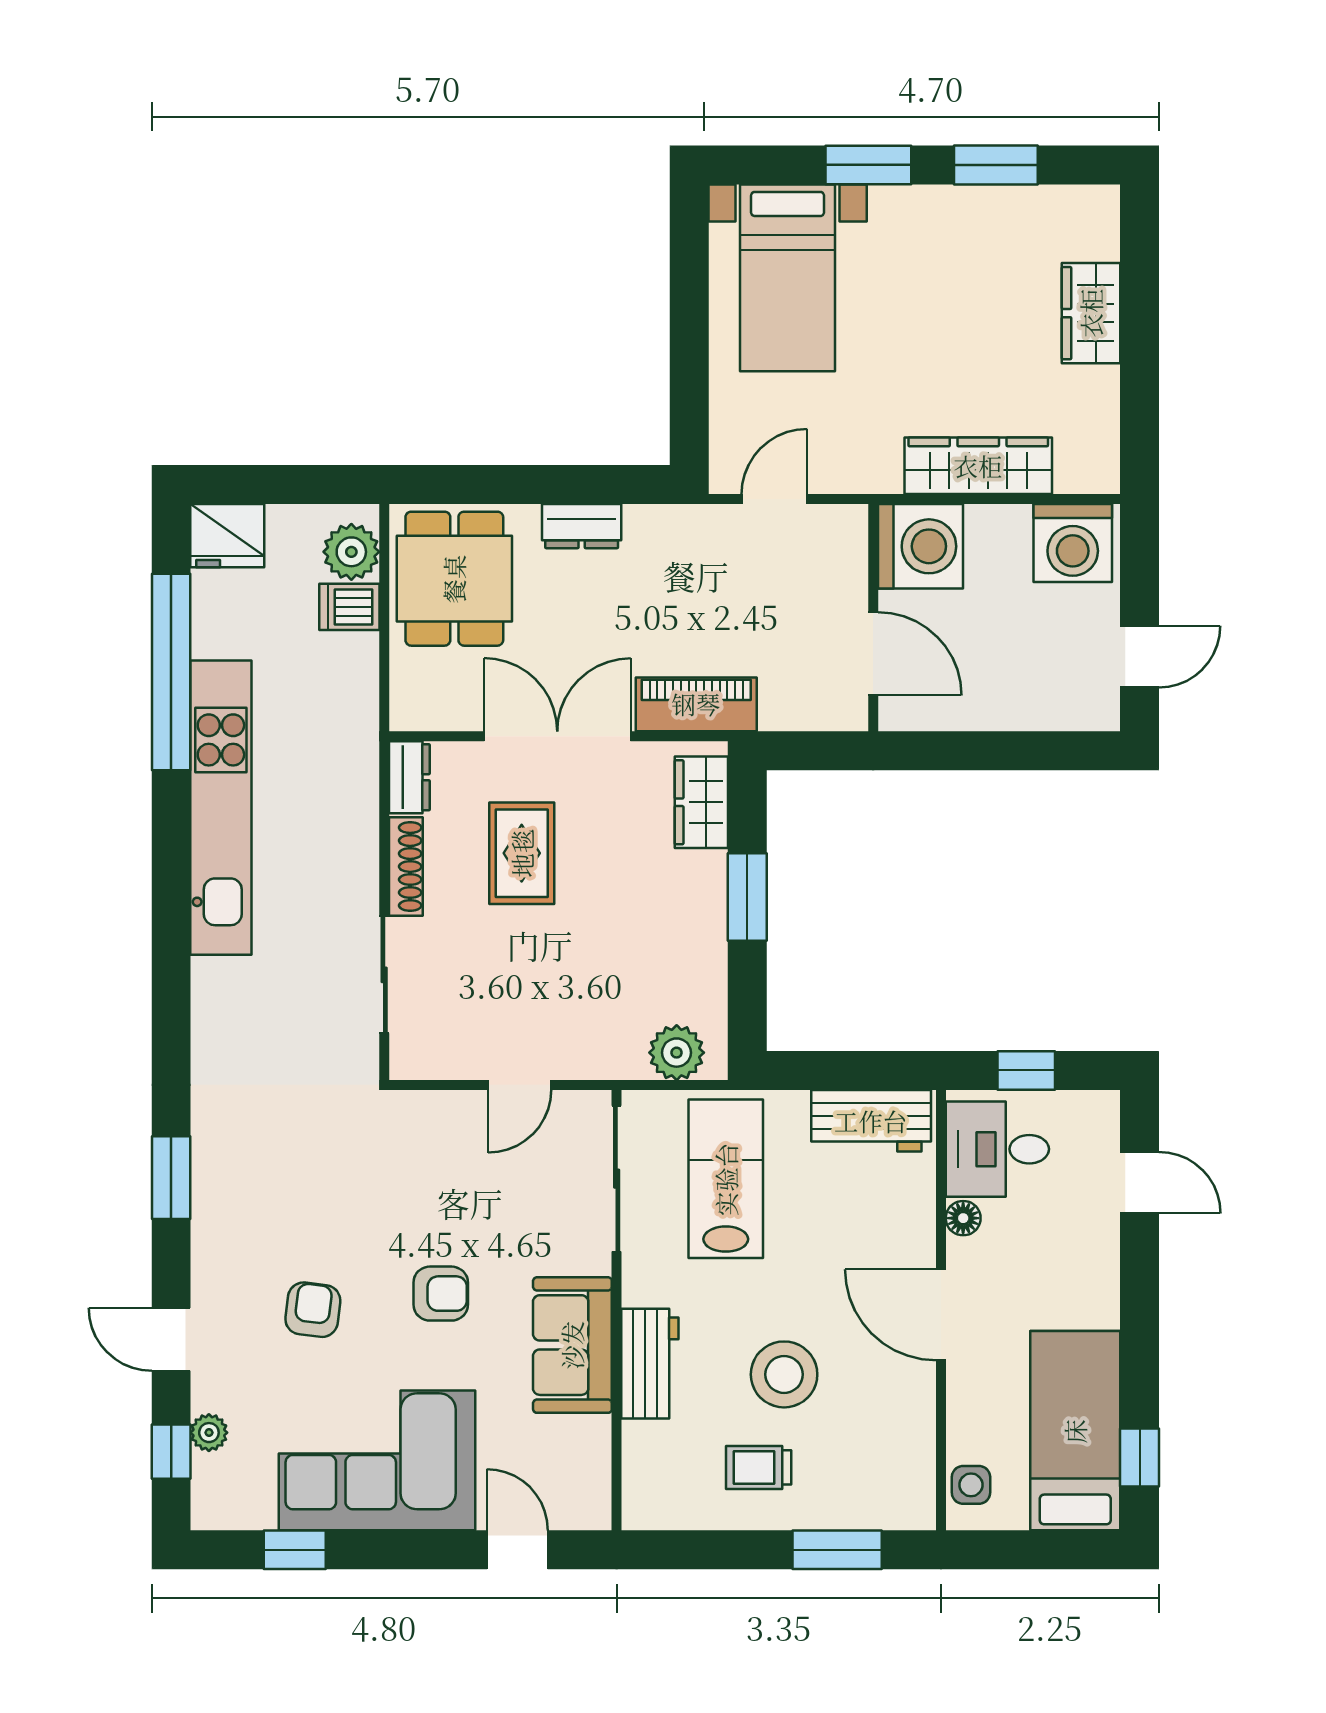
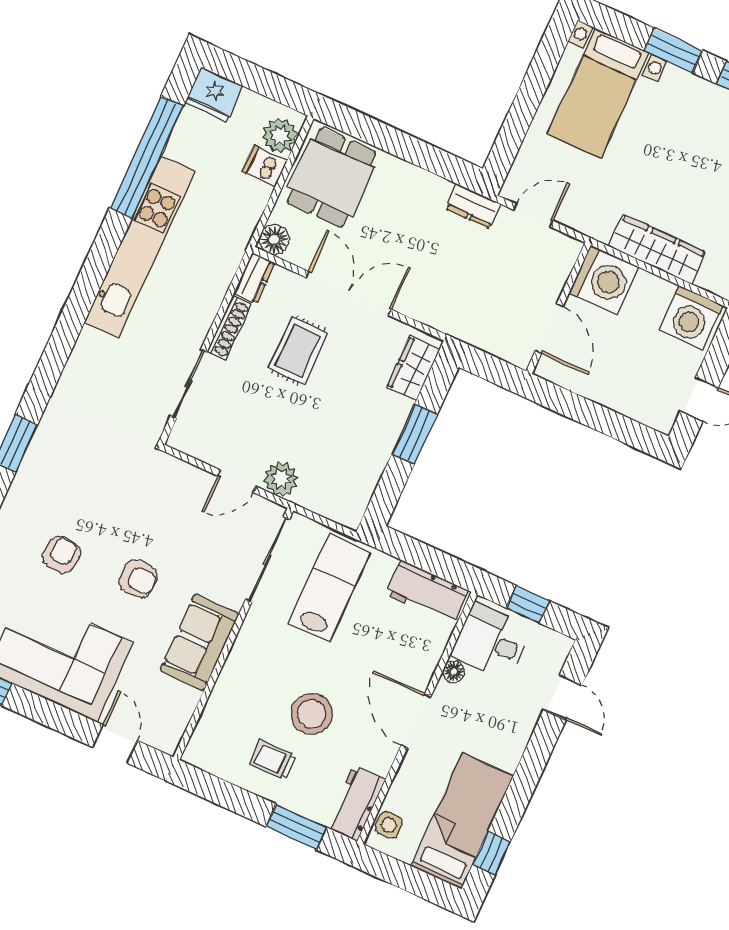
dresser: (582, 526) -> (473, 206), moved
piano: (696, 704) -> (436, 311), removed
floor lamp: (413, 708) -> (274, 240), added
plant: (677, 1053) -> (281, 479), moved
workbench: (650, 1364) -> (356, 803), moved, turned 180

